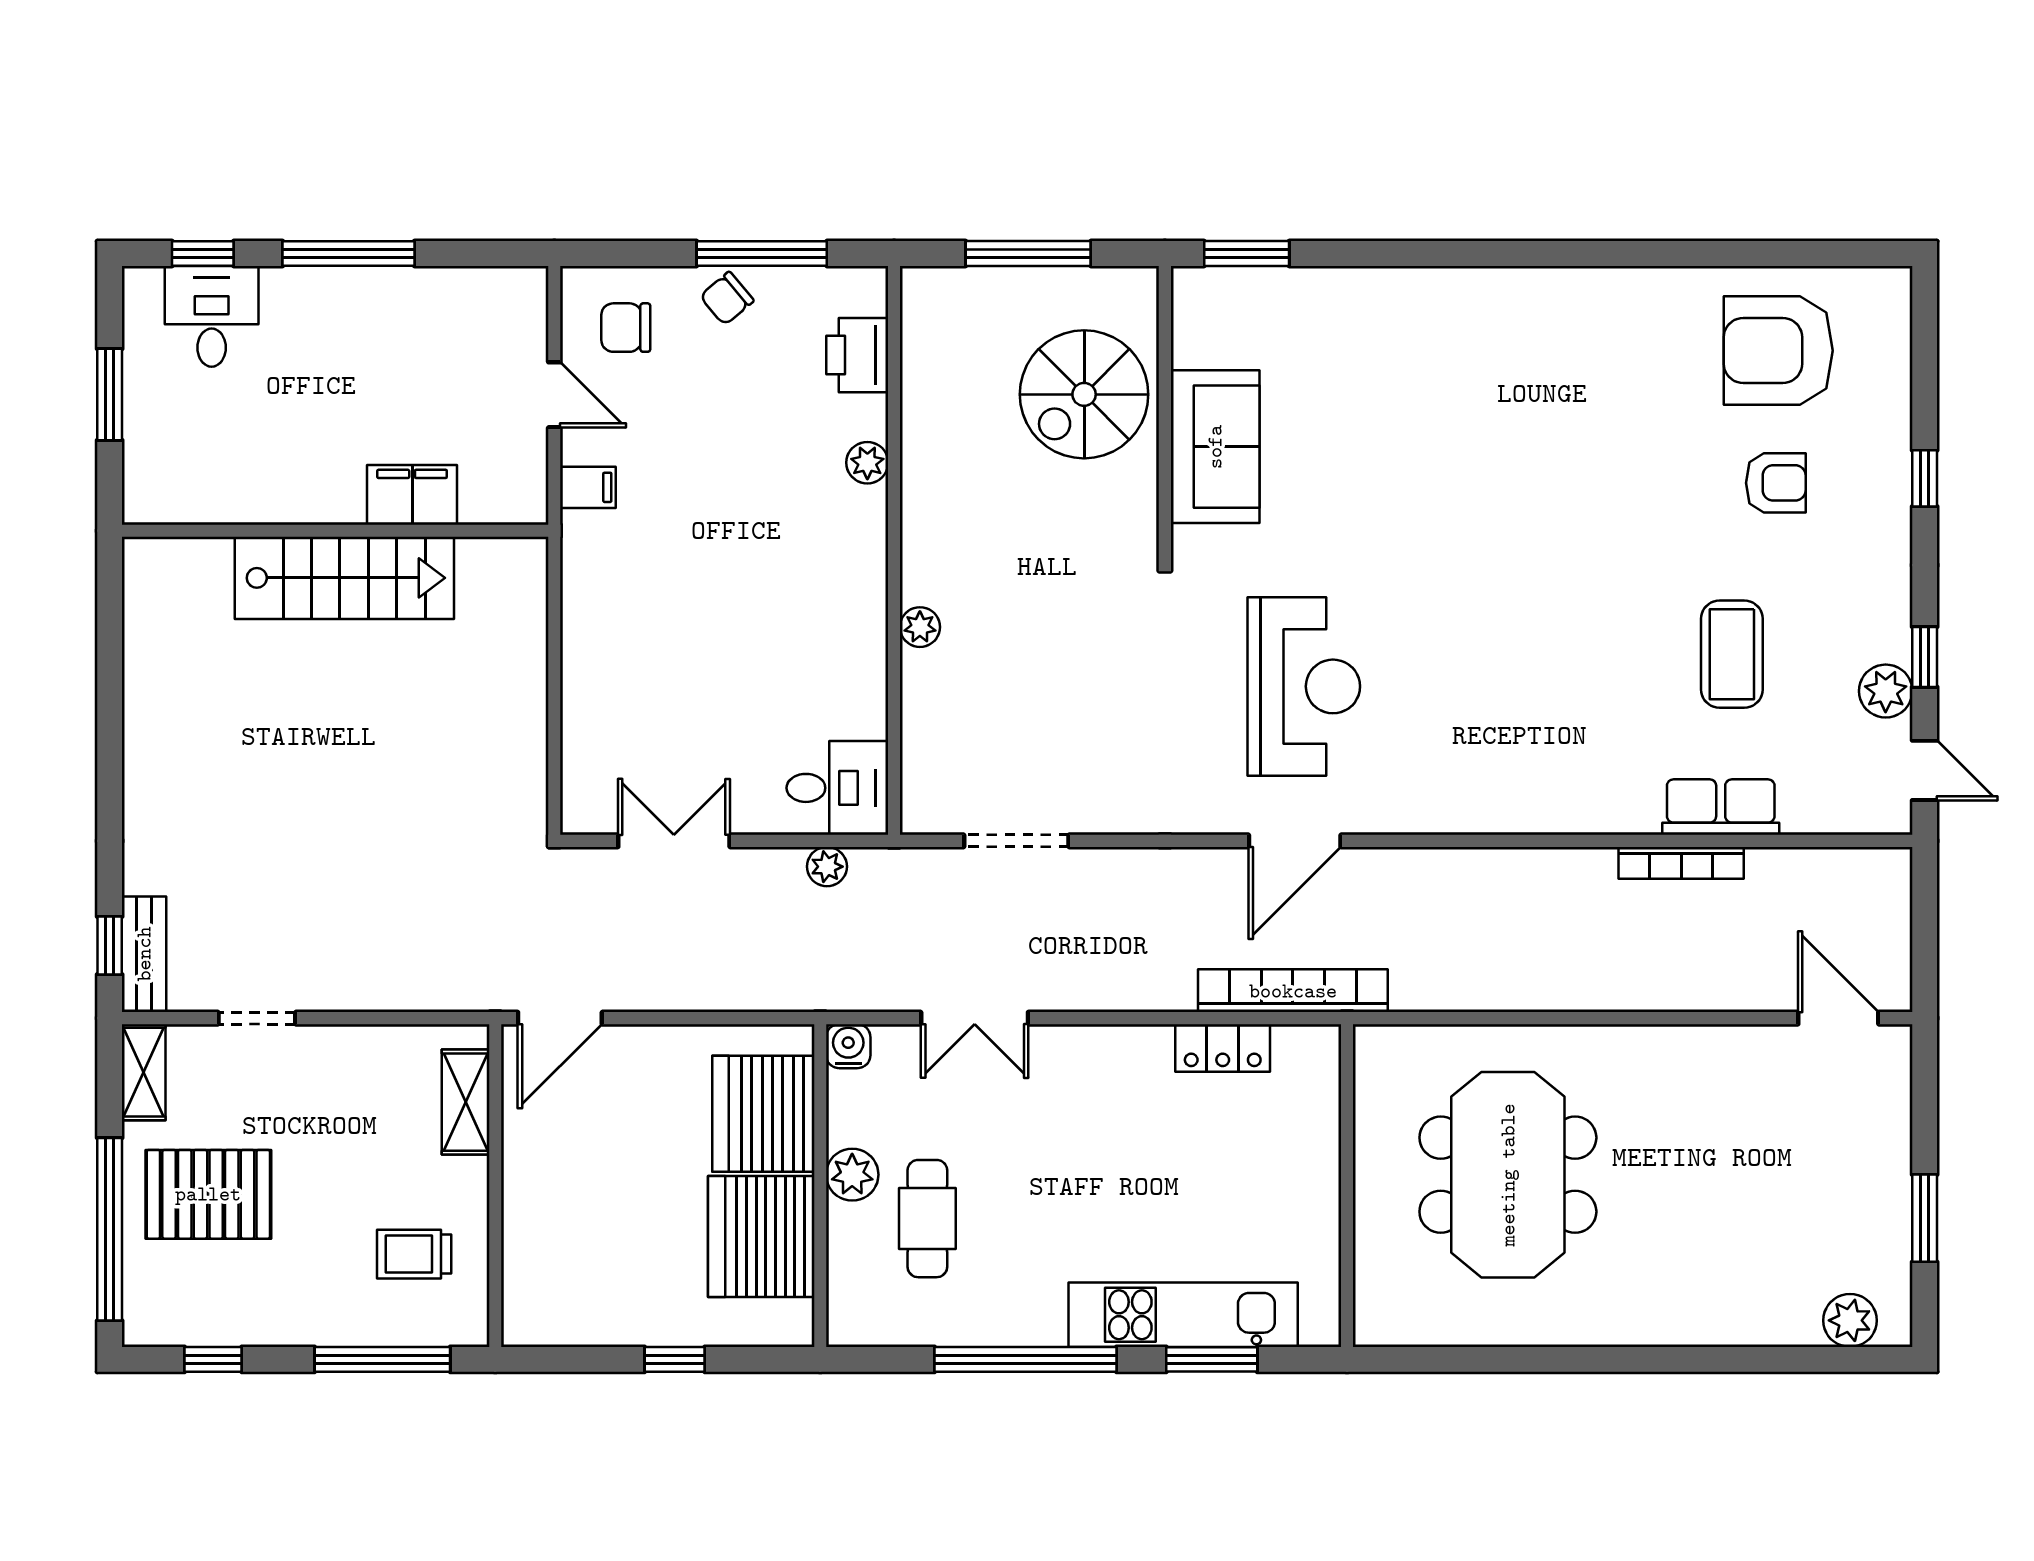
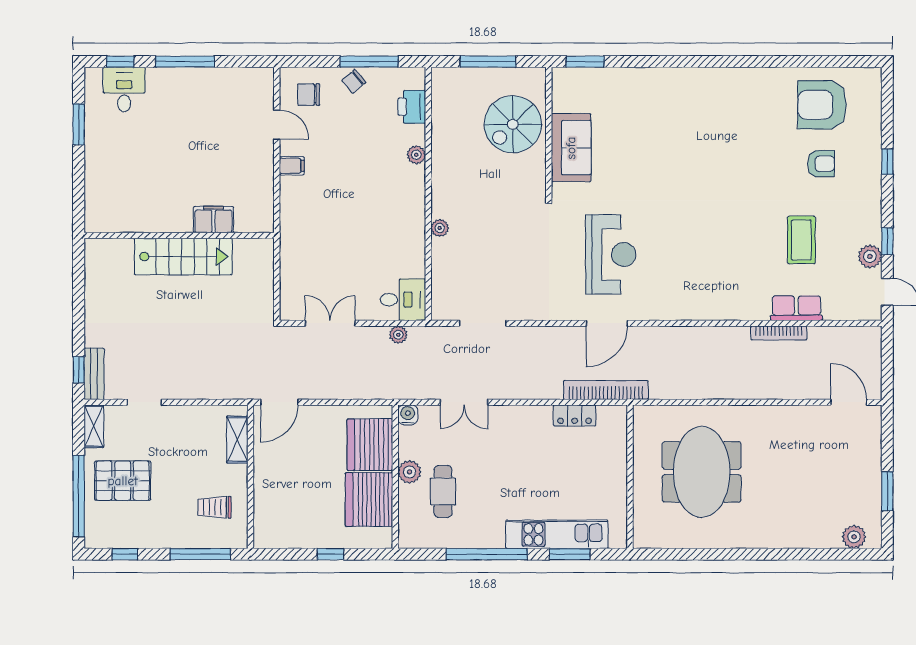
filing cabinet: (412, 495) -> (213, 220), moved
wall: (335, 531) -> (179, 235), moved
stairs: (344, 578) -> (183, 257), moved

